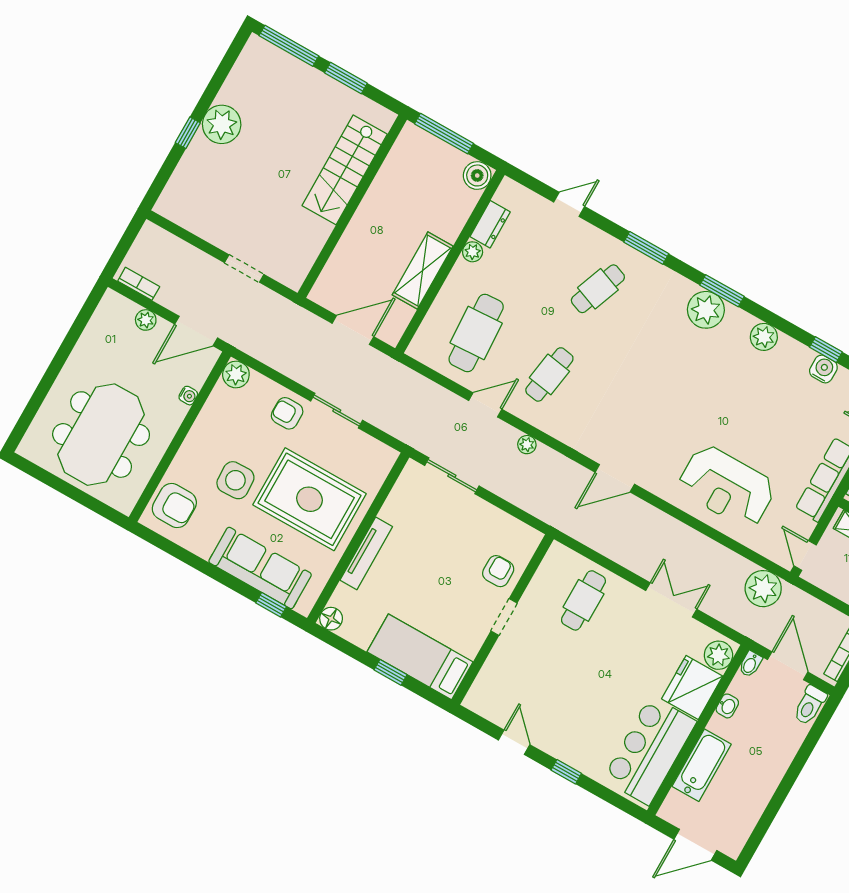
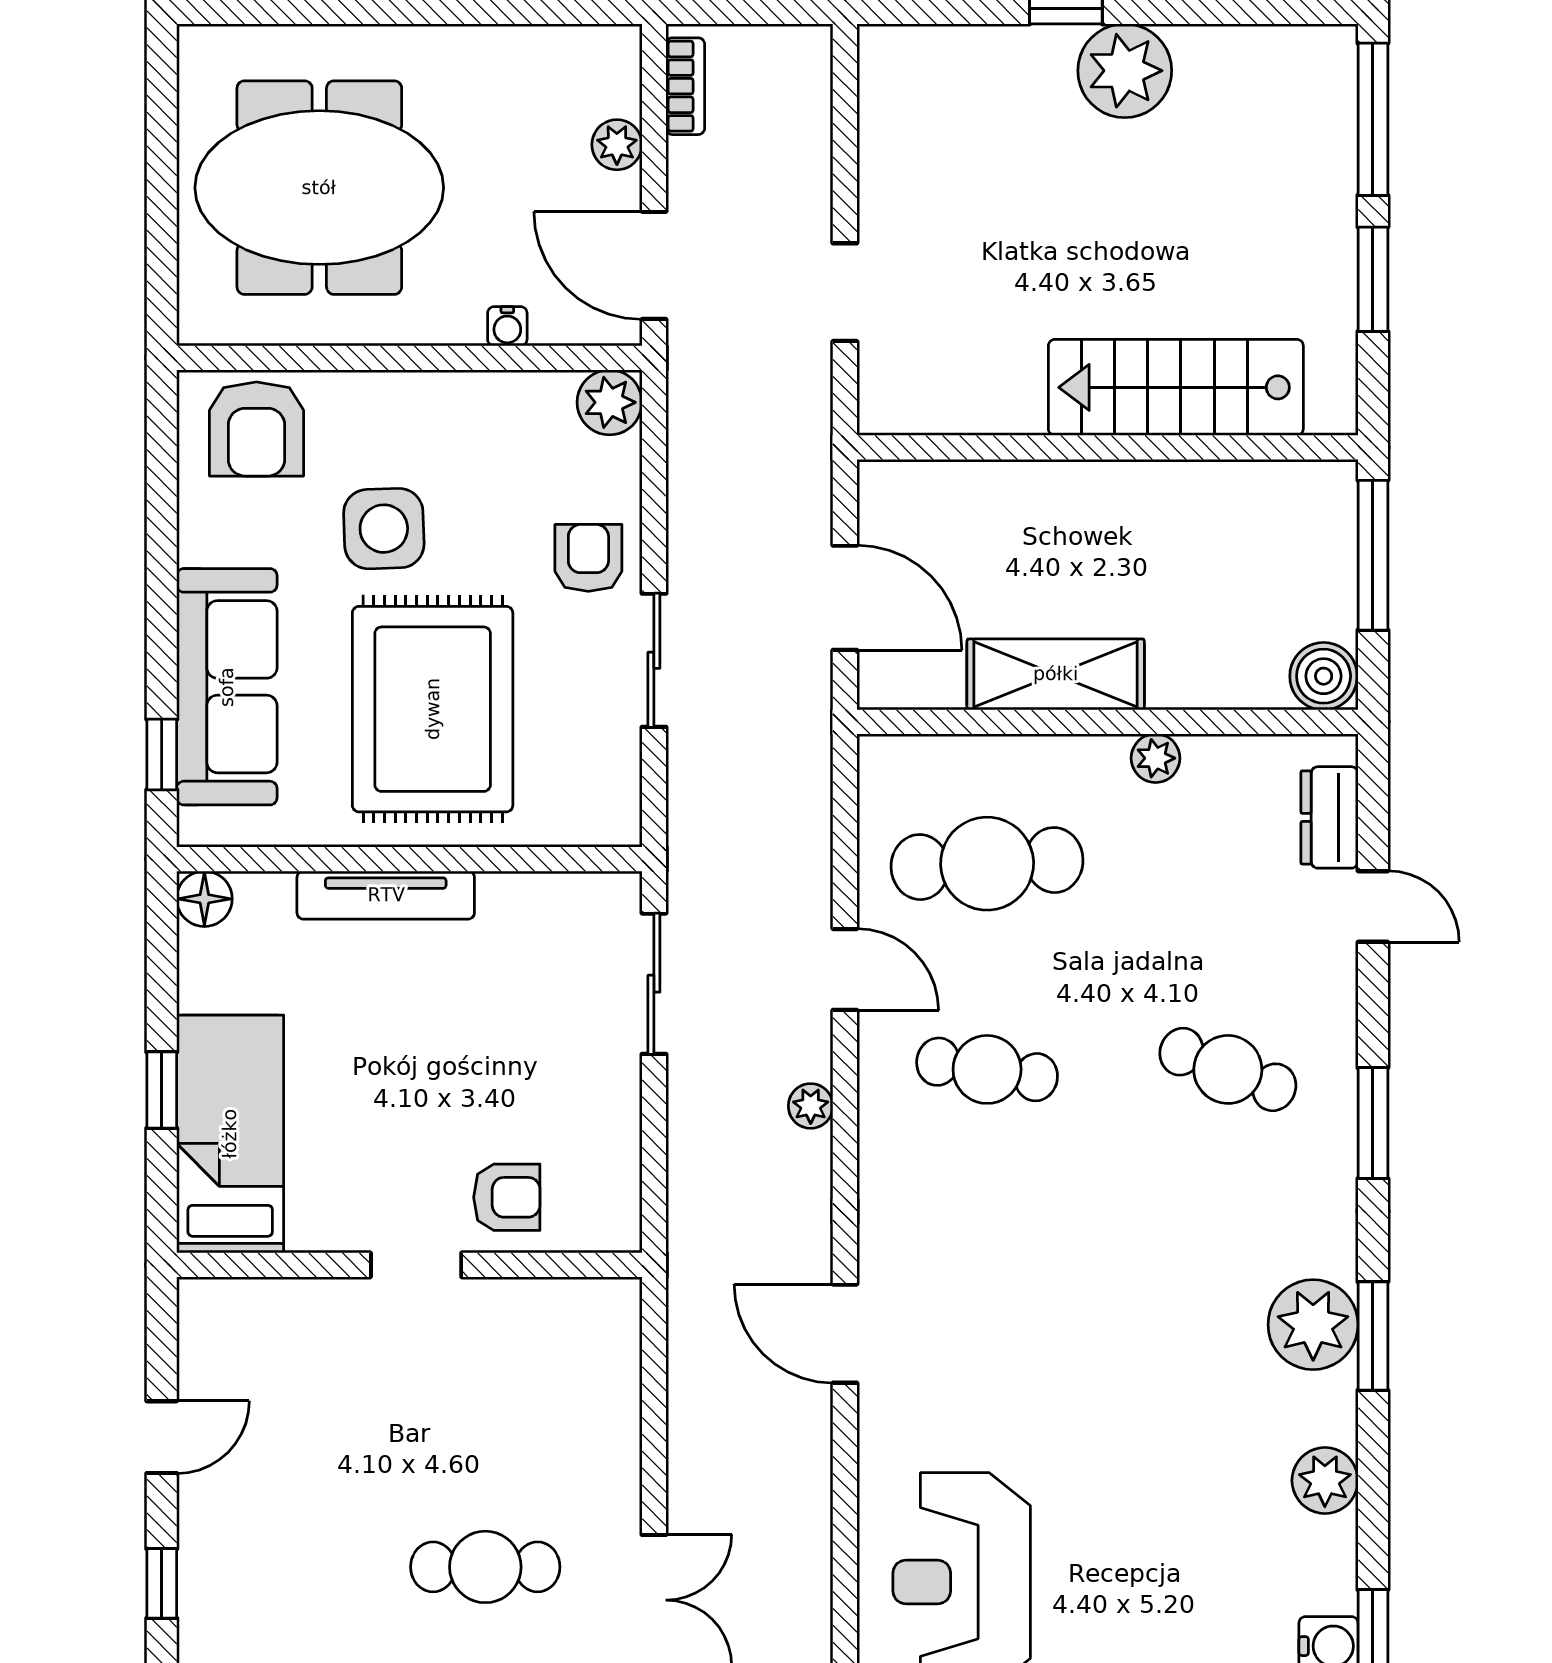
dresser: (490, 224) -> (1329, 817), moved, turned 90
cafe table: (583, 600) -> (485, 1567), moved

